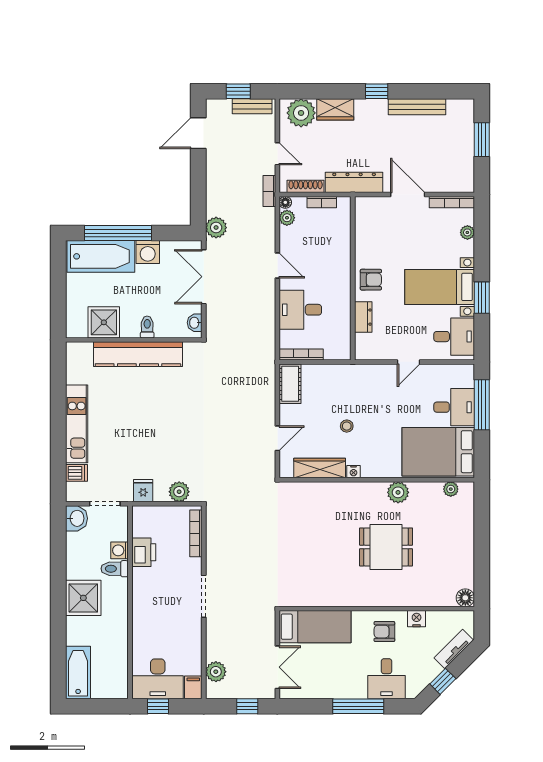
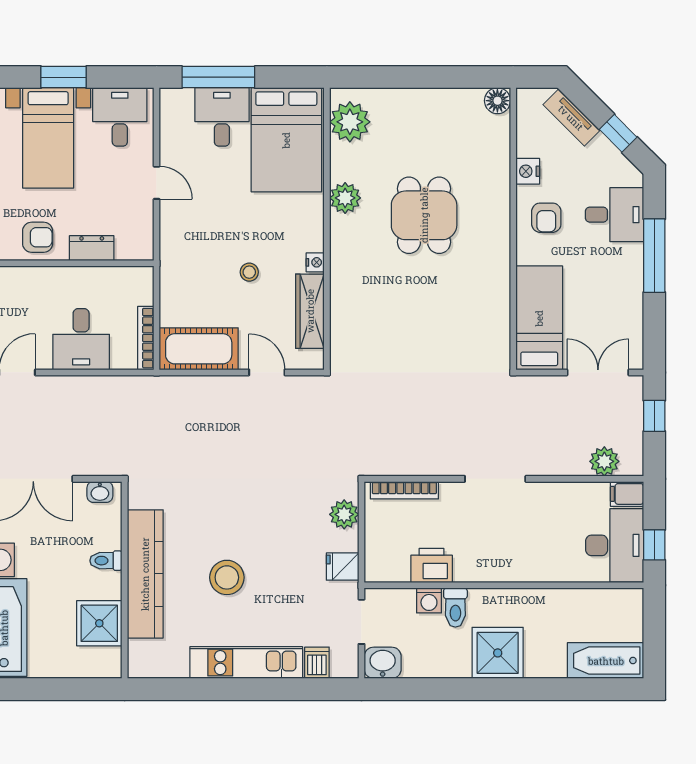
armchair: (371, 280) -> (38, 237), turned 90
cot: (290, 384) -> (199, 349), width x1.37, depth x1.34
stool: (136, 411) -> (227, 577), added
plant: (451, 489) -> (350, 122), width x1.88, depth x1.88

